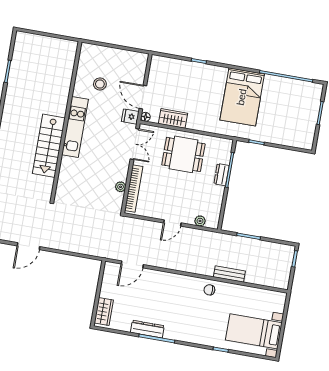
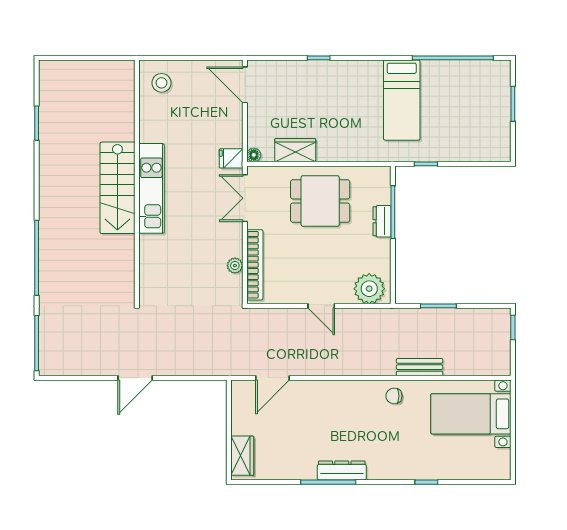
stool: (100, 84) -> (162, 83), moved
door: (143, 97) -> (245, 85), moved
bed: (242, 97) -> (402, 100), width x0.67
double door: (135, 144) -> (245, 198), swing flipped
stairs: (49, 146) -> (117, 188), moved
plant: (200, 221) -> (369, 289), width x1.87, depth x1.87
door: (172, 223) -> (321, 306), hinge flipped
door: (29, 246) -> (135, 378), moved
dresser: (147, 329) -> (342, 470), moved
bed with nightstands: (254, 331) -> (471, 414), moved

